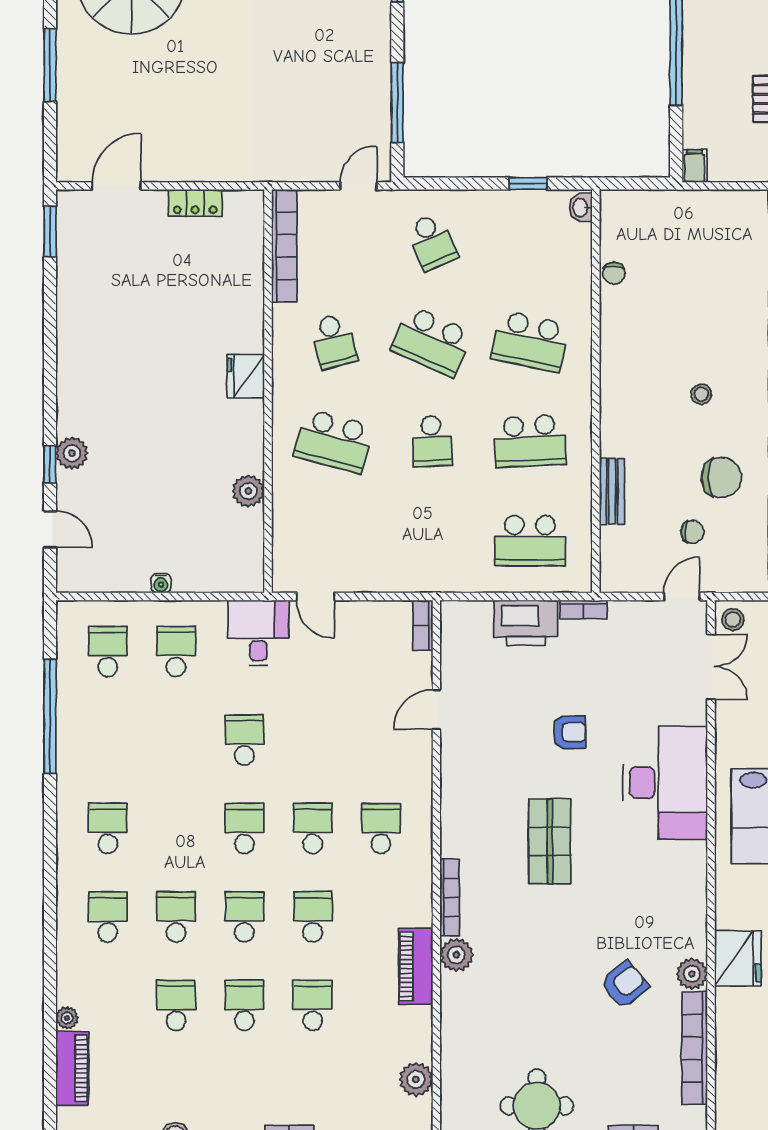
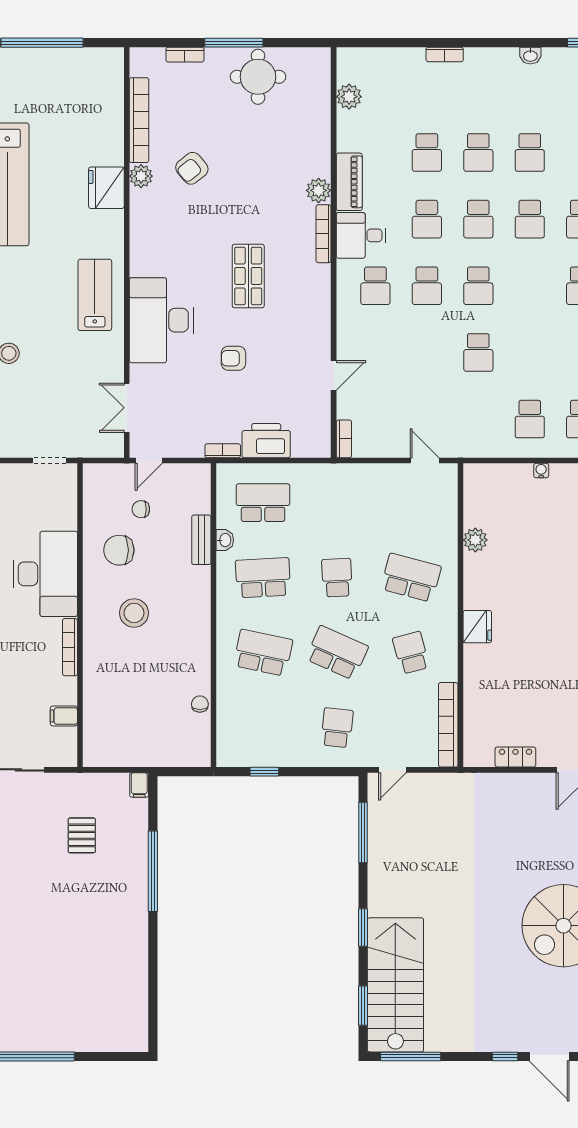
washbasin: (581, 208) -> (225, 540), moved
school desk: (432, 242) -> (337, 728), turned 30
stool: (701, 394) -> (134, 613), width x1.89, depth x1.89
stool: (733, 620) -> (110, 443), removed
desk: (258, 633) -> (361, 235), moved, turned 90

